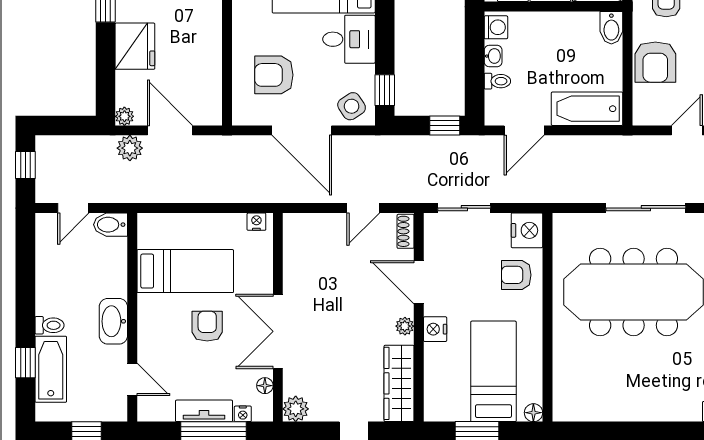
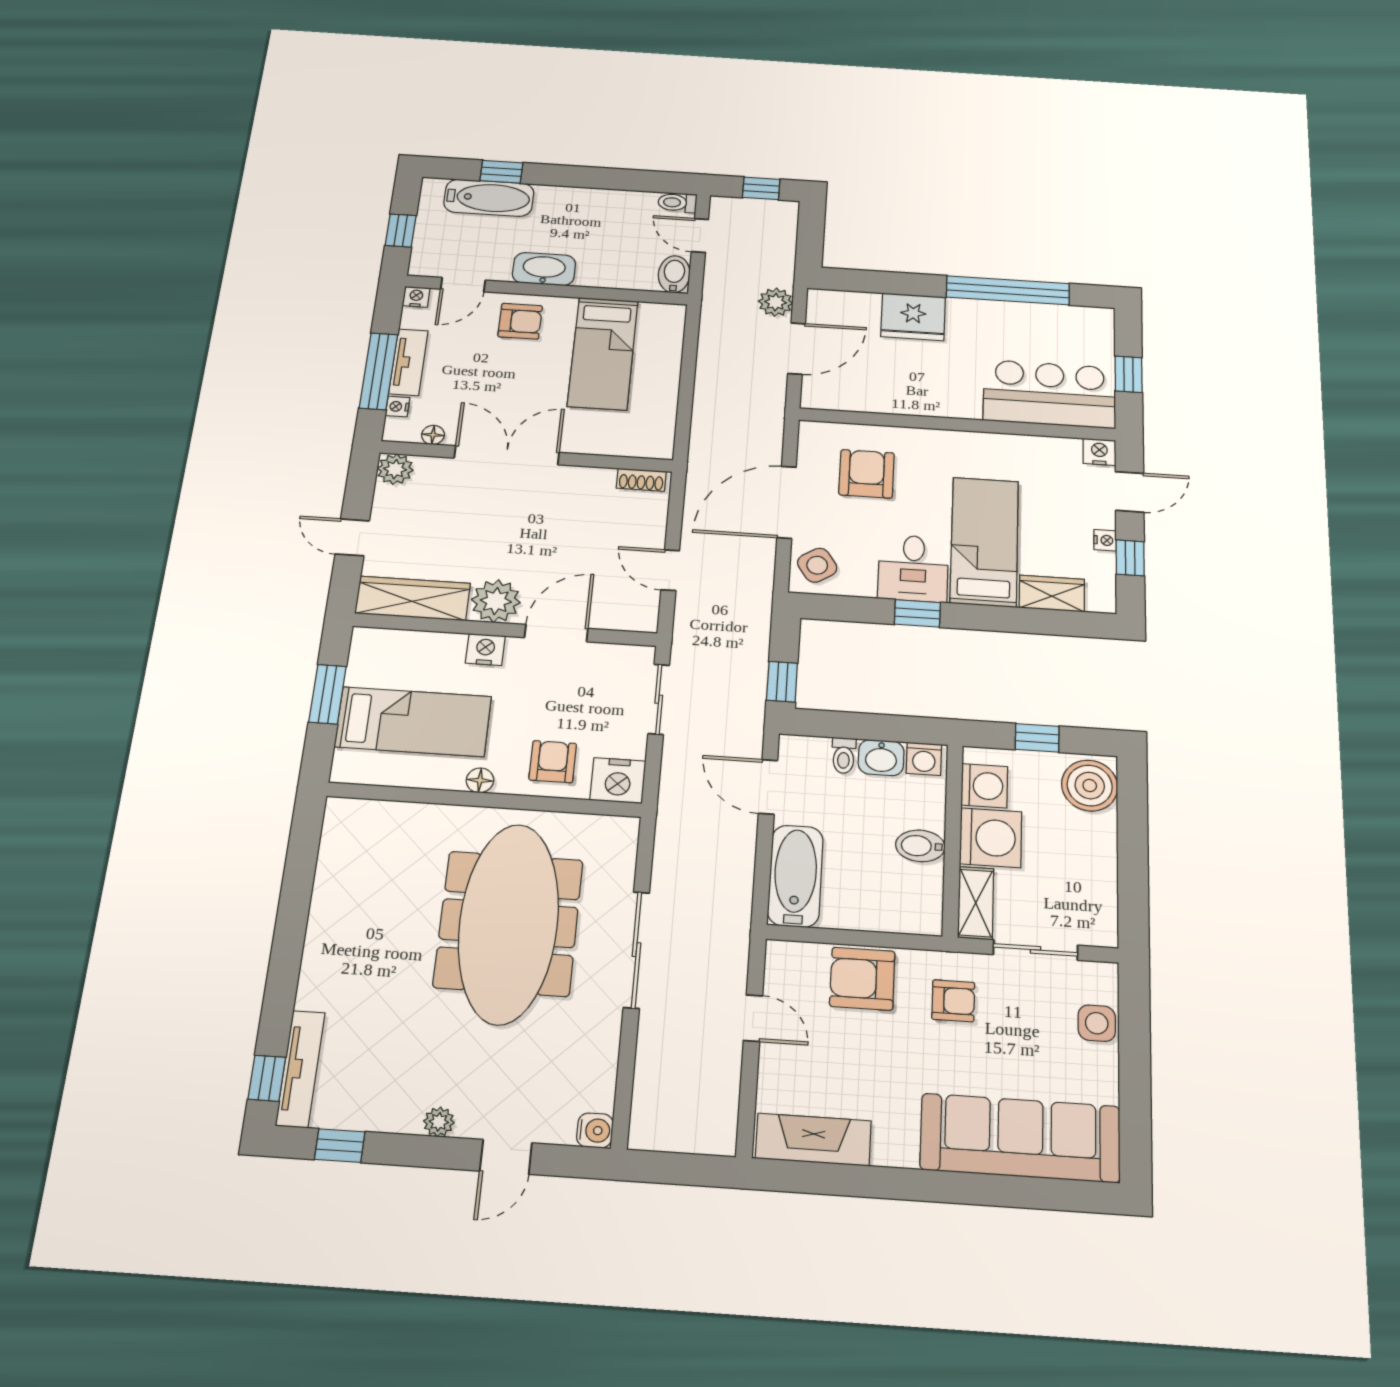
bidet: (611, 28) -> (920, 846), moved
washbasin: (493, 56) -> (881, 758), width x1.38, depth x1.45
window: (385, 90) -> (917, 613), moved
plant: (124, 116) -> (819, 299), removed
nightstand: (256, 222) -> (416, 297), moved, turned -90
shoe rack: (406, 231) -> (641, 480), moved, turned 180
toilet: (49, 325) -> (677, 203), moved, turned 90
armchair: (207, 326) -> (520, 321), moved
plant: (405, 326) -> (496, 601), width x1.88, depth x1.88
floor lamp: (533, 413) -> (480, 780), moved

